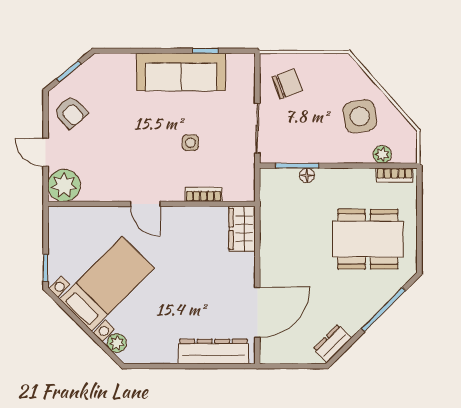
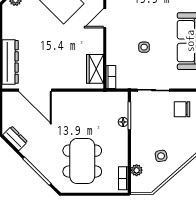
chair: (287, 84) -> (182, 109), turned 111
side table: (360, 116) -> (161, 156), width x0.54, depth x0.54
bookcase: (204, 194) -> (111, 77), moved
wardrobe: (242, 229) -> (95, 69), moved, turned -90

